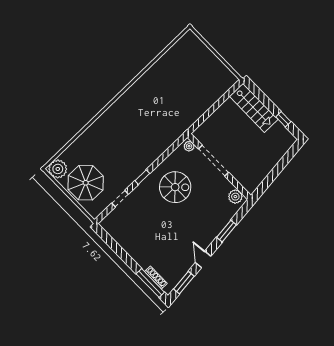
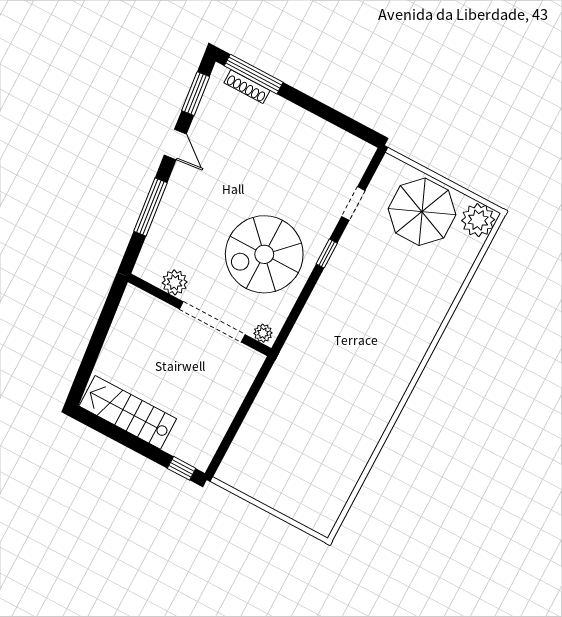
stairs: (254, 108) -> (128, 412), moved
window: (283, 119) -> (182, 468), moved
spiral stairs: (175, 187) -> (264, 254), width x1.37, depth x1.37
plant: (235, 197) -> (175, 282), moved
window: (227, 231) -> (150, 207), width x1.44

